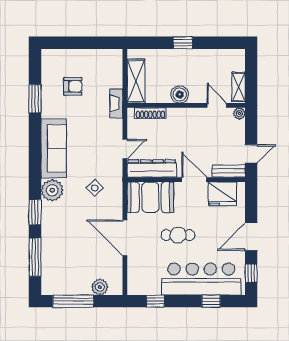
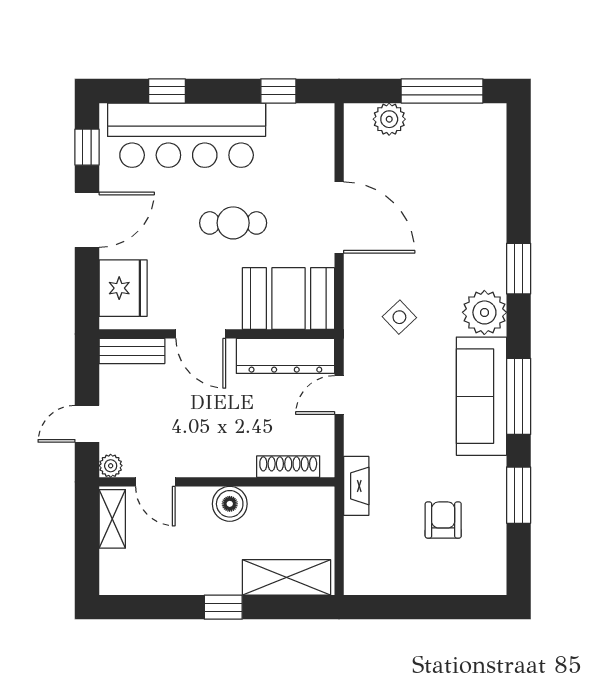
shelving: (136, 81) -> (286, 577), moved, turned 90
armchair: (73, 86) -> (443, 520), turned 90
door: (251, 154) -> (87, 424), moved
fridge: (222, 194) -> (123, 288), moved, turned 90
window: (35, 257) -> (519, 396), moved

